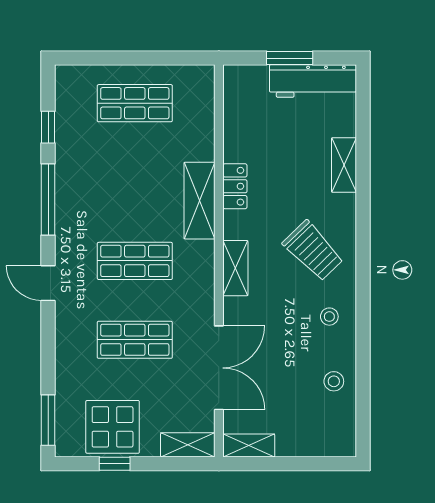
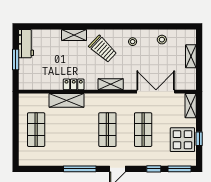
workbench: (313, 81) -> (26, 44), width x0.73
window: (48, 127) -> (154, 169), moved
shelving: (344, 165) -> (74, 35), moved
shelving: (199, 201) -> (67, 100), moved
trolley: (313, 251) -> (103, 49), turned 87
shelving: (249, 445) -> (191, 56), moved

